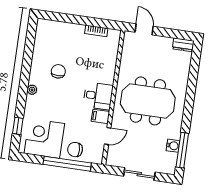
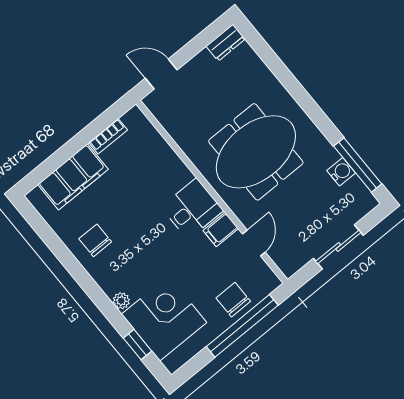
filing cabinet: (65, 32) -> (73, 177), added
chair: (58, 71) -> (95, 240), moved
plant: (32, 90) -> (121, 301), moved
corner desk: (44, 138) -> (164, 318), moved, turned 90
chair: (75, 150) -> (233, 300), turned 90

